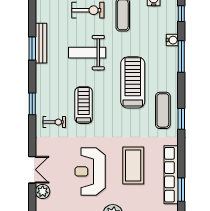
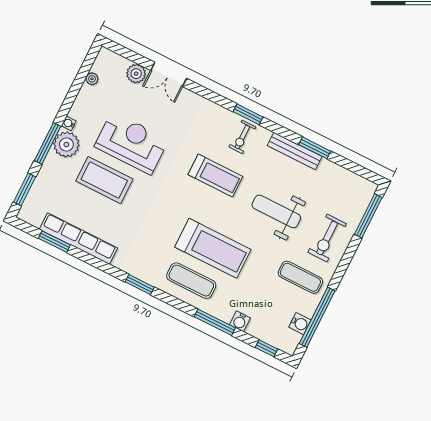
bench: (41, 43) -> (295, 151), moved
weight bench: (87, 53) -> (276, 211), turned -90
exercise mat: (163, 110) -> (191, 281), moved
exercise bike: (54, 122) -> (242, 137), moved
coffee table: (133, 166) -> (104, 180), moved

